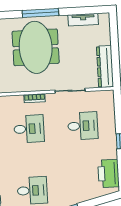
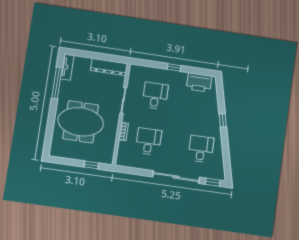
window: (40, 13) -> (57, 83), moved
tv unit: (83, 20) -> (67, 67), moved

